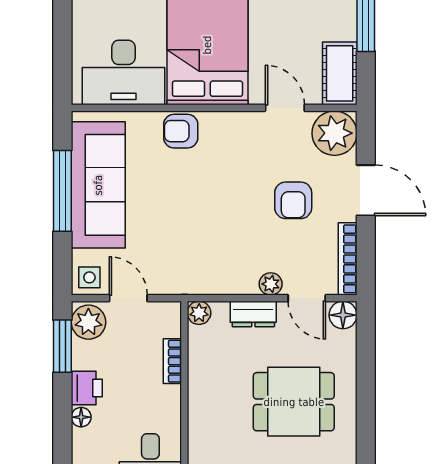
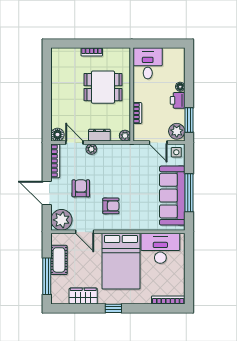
cot: (340, 73) -> (59, 260), moved
armchair: (181, 131) -> (111, 206), moved
dining table: (294, 402) -> (103, 87), moved

